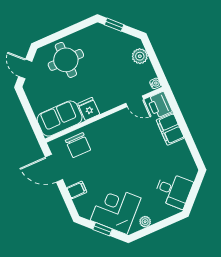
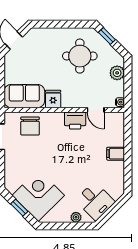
round table: (66, 60) -> (80, 56), moved
printer: (160, 105) -> (75, 121), moved, turned -90
filing cabinet: (170, 129) -> (116, 154), width x0.50
filing cabinet: (77, 190) -> (12, 164), removed
plant: (145, 222) -> (76, 217), moved

